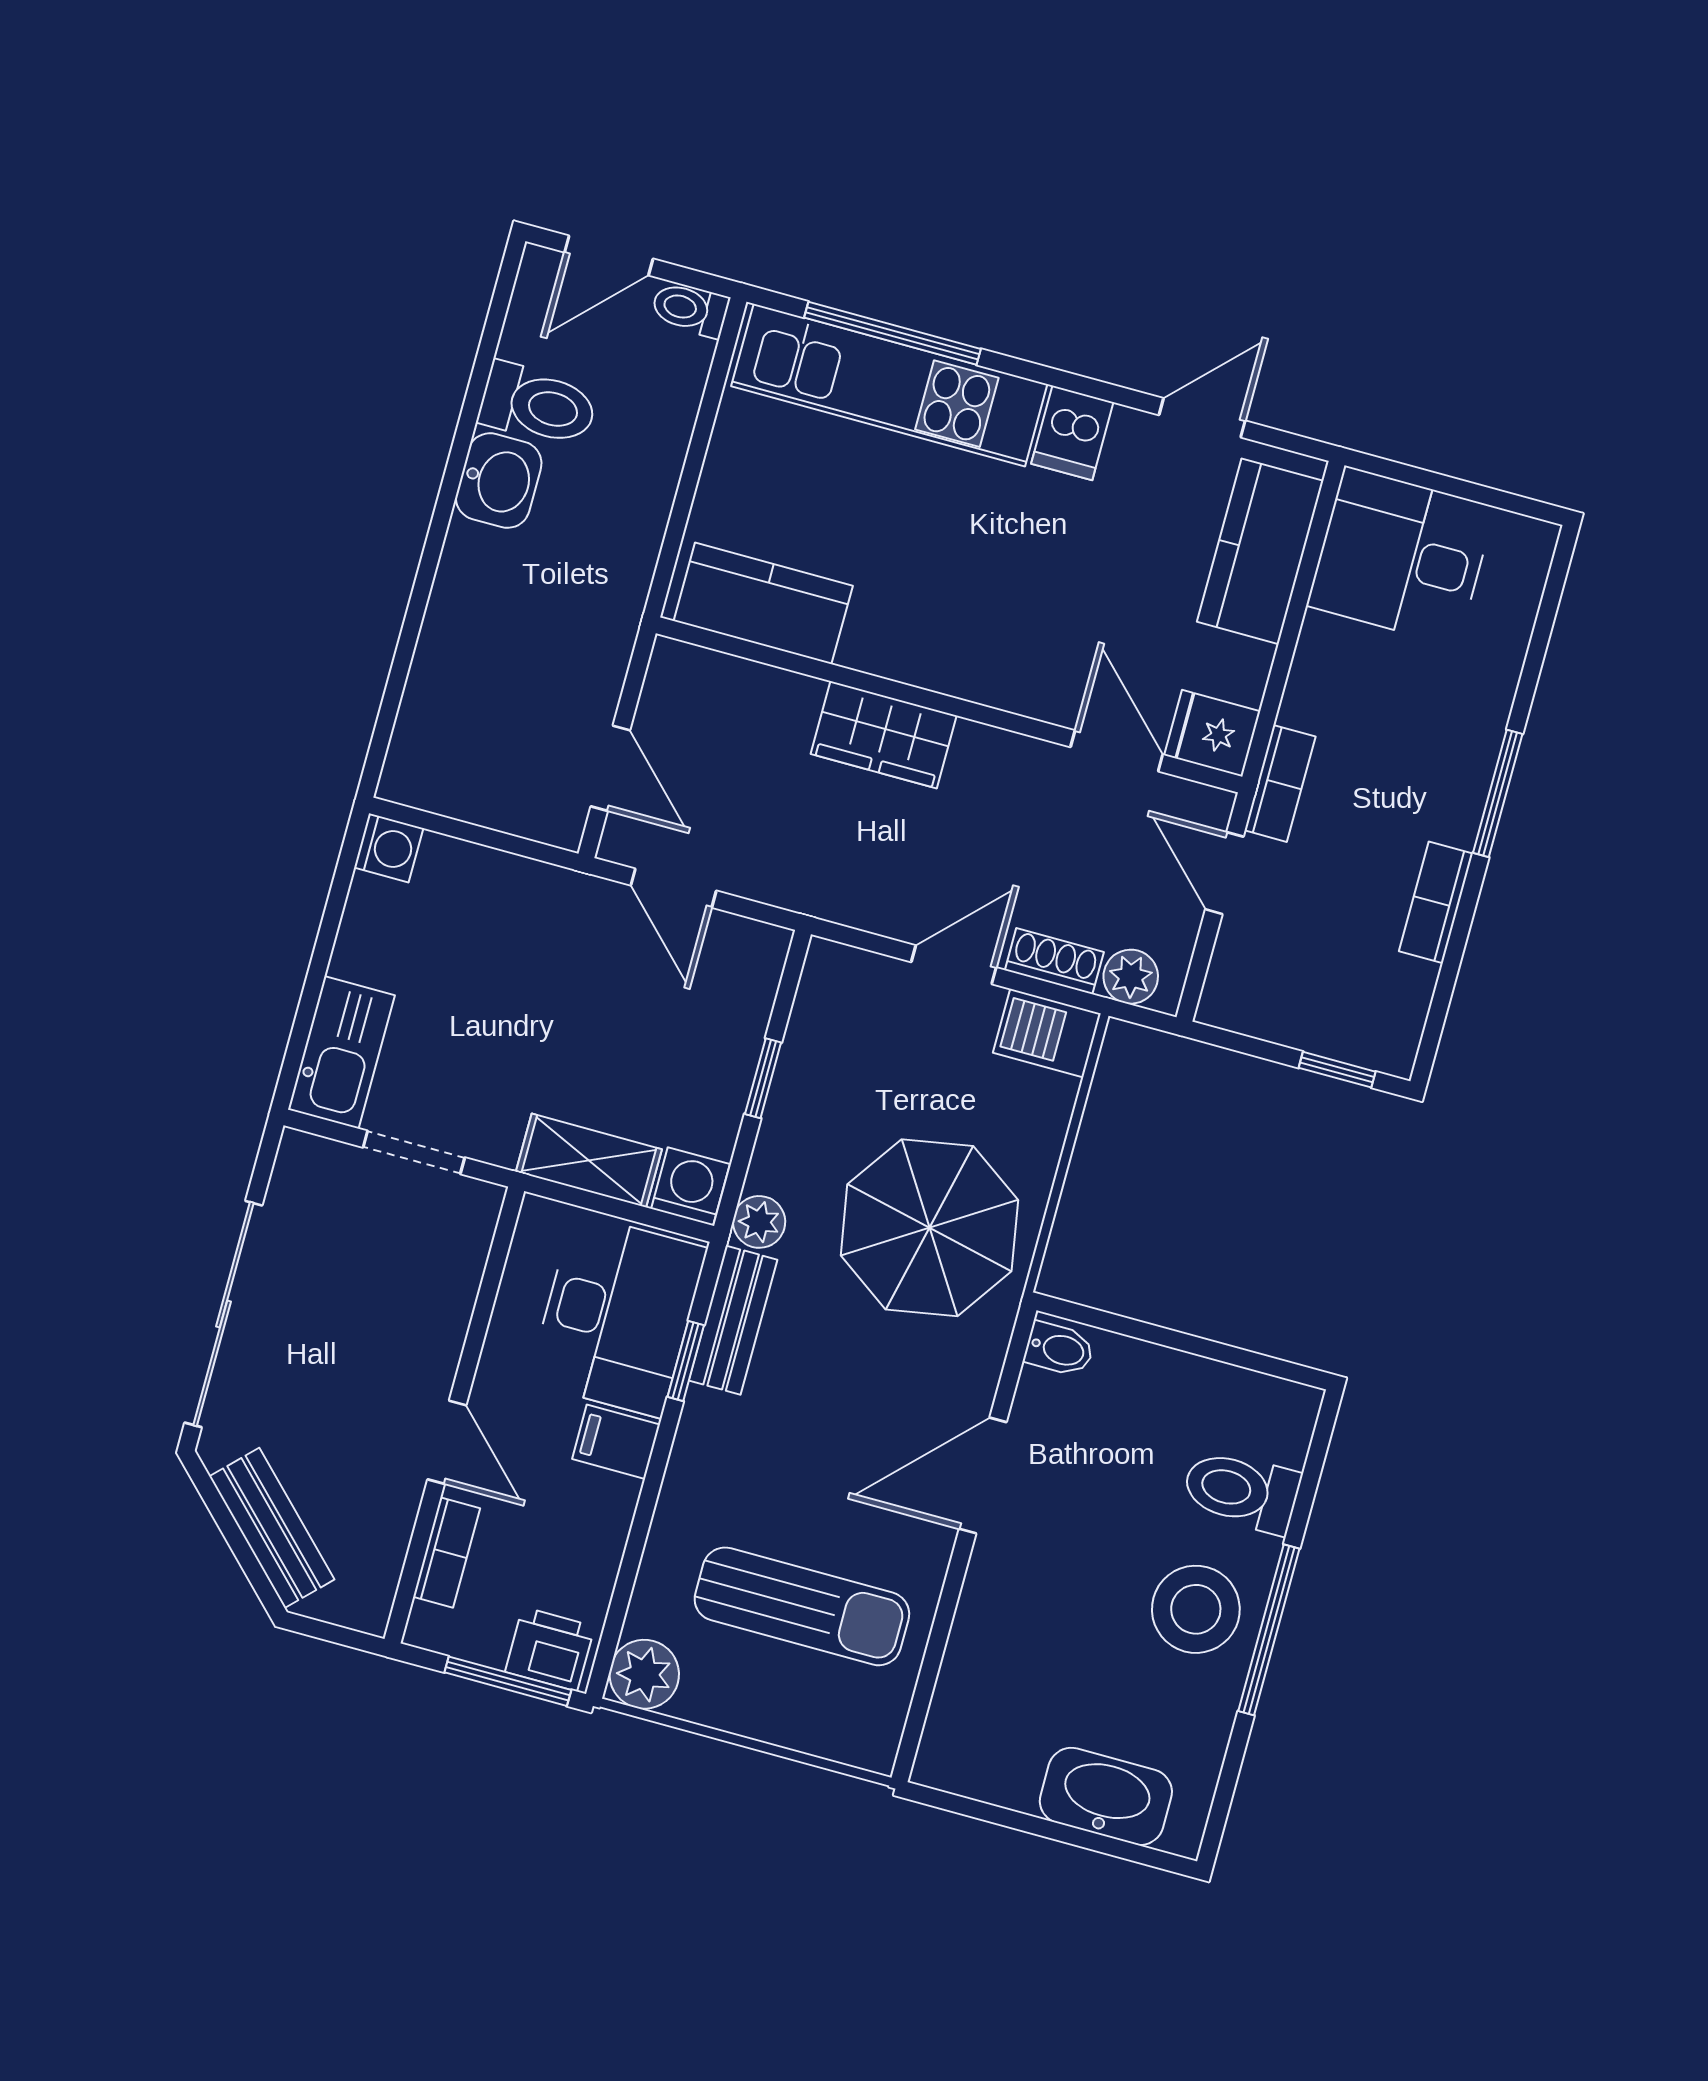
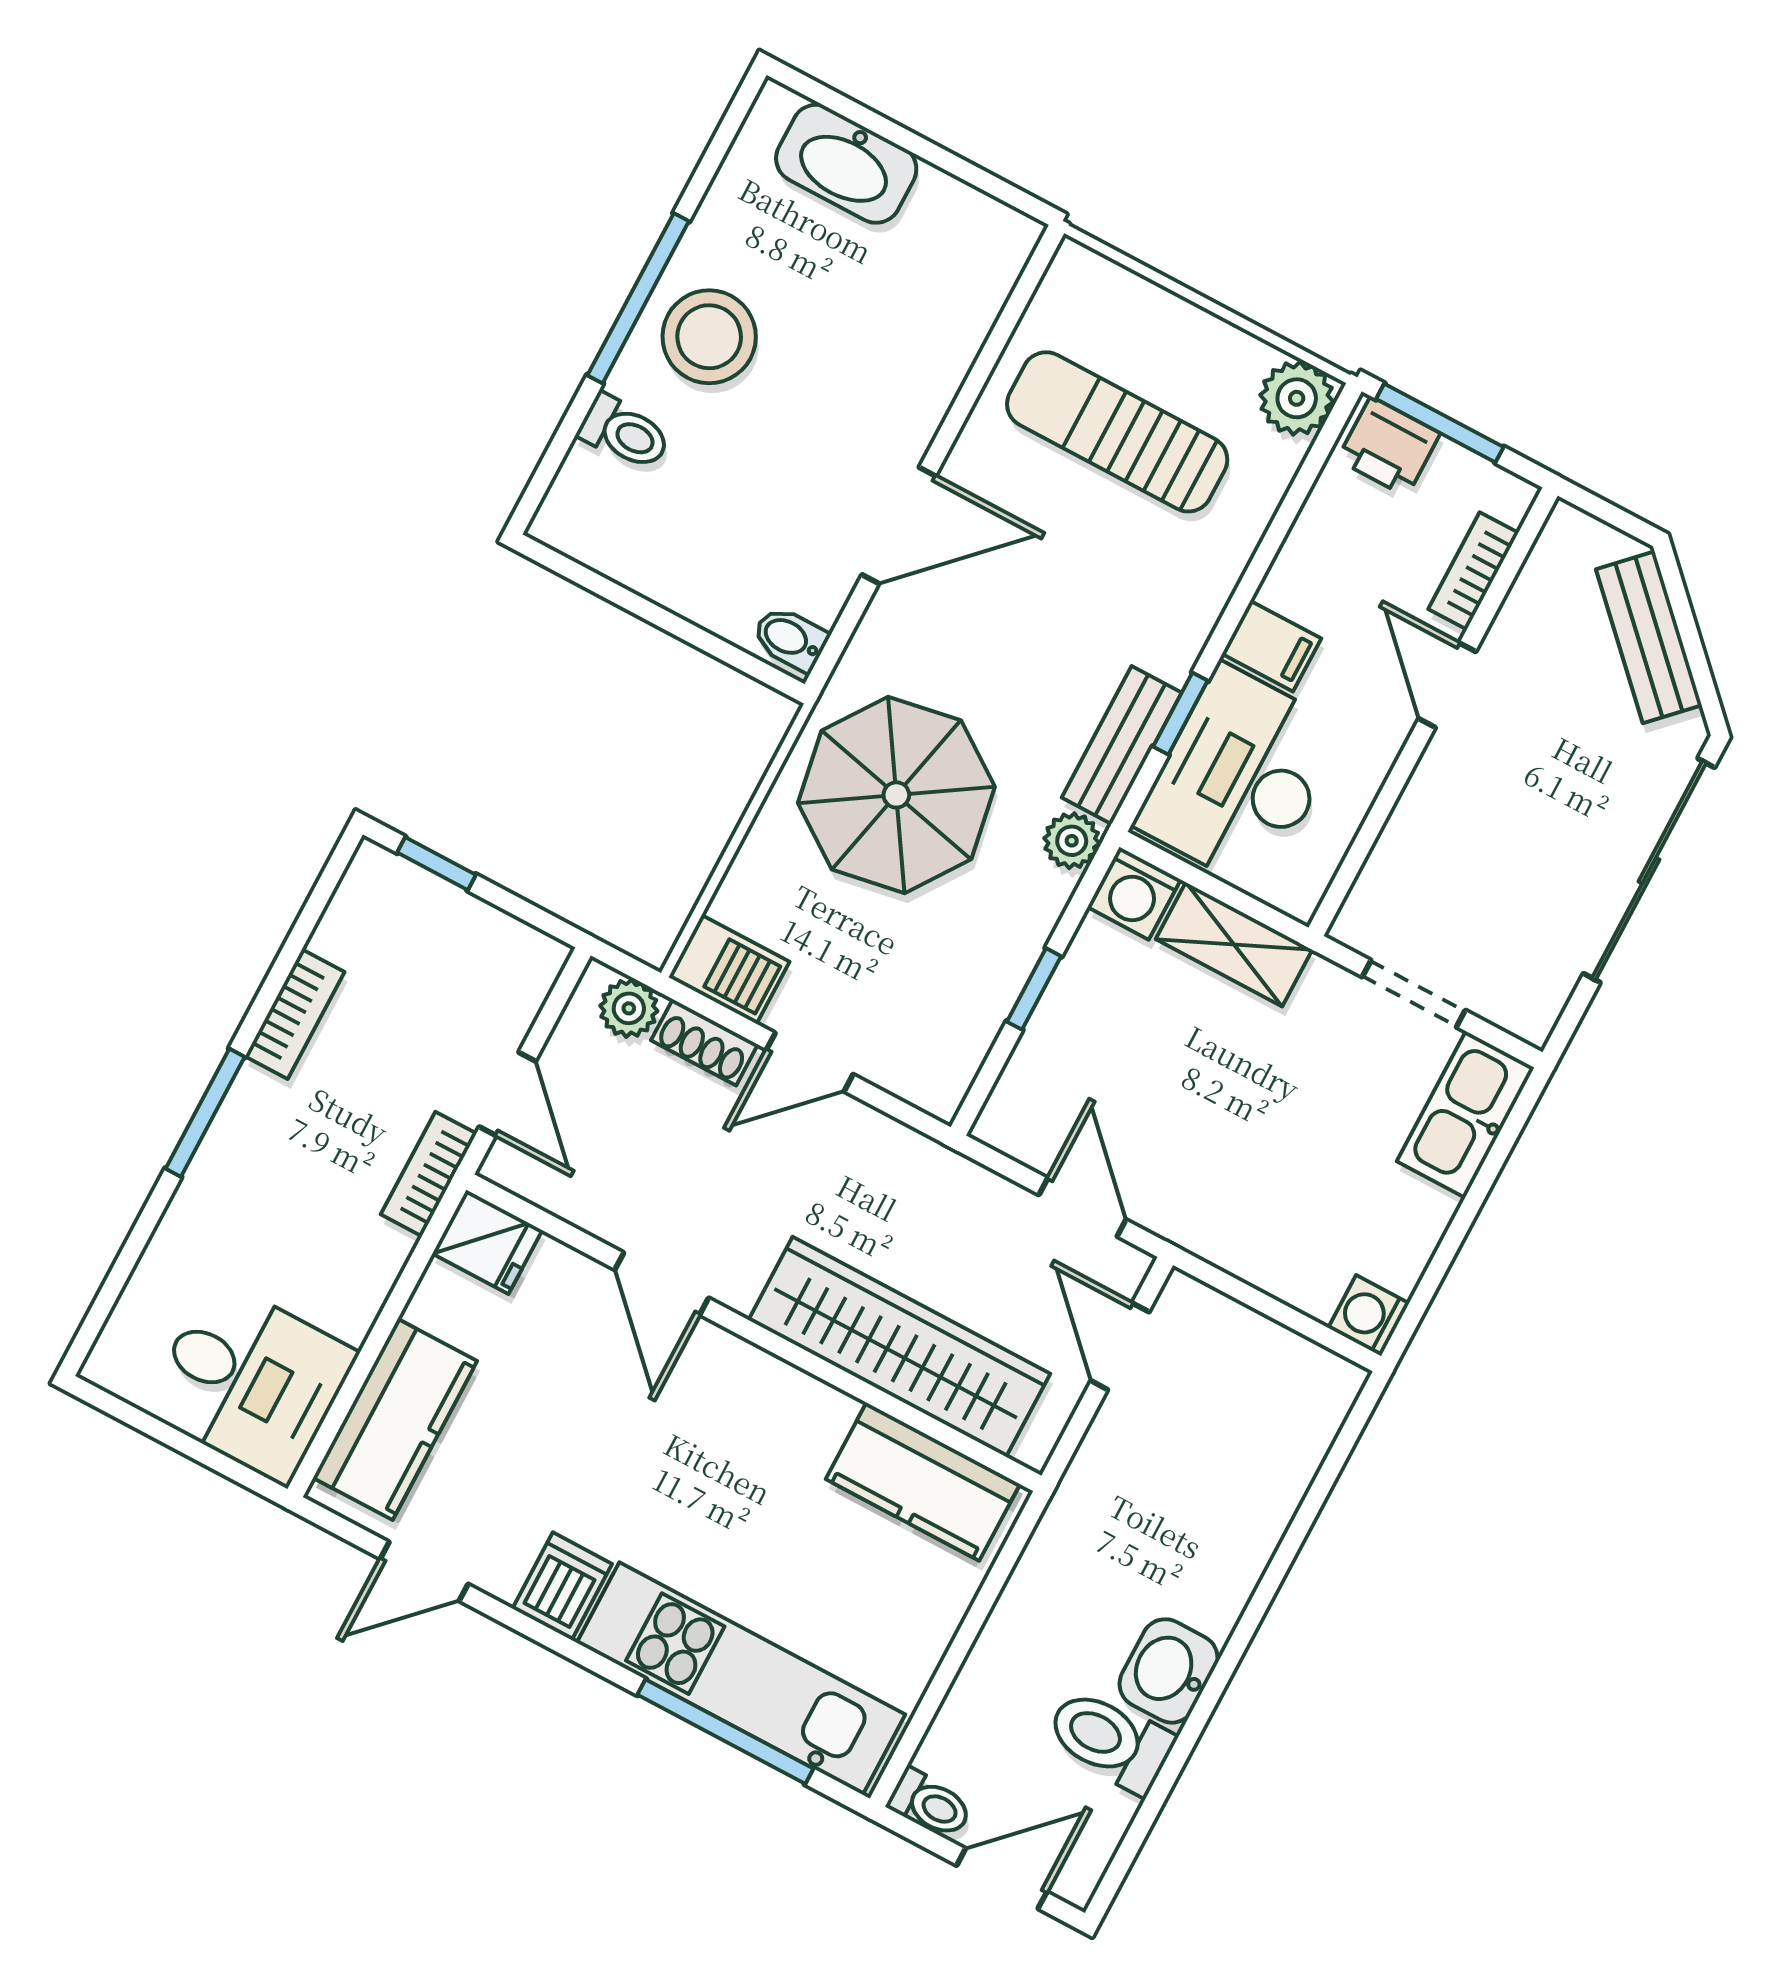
wardrobe: (884, 735) -> (899, 1347), width x2.10, depth x1.17
door: (1117, 751) -> (662, 1284), moved
toilet: (1241, 1491) -> (625, 433), width x0.73, depth x0.72

